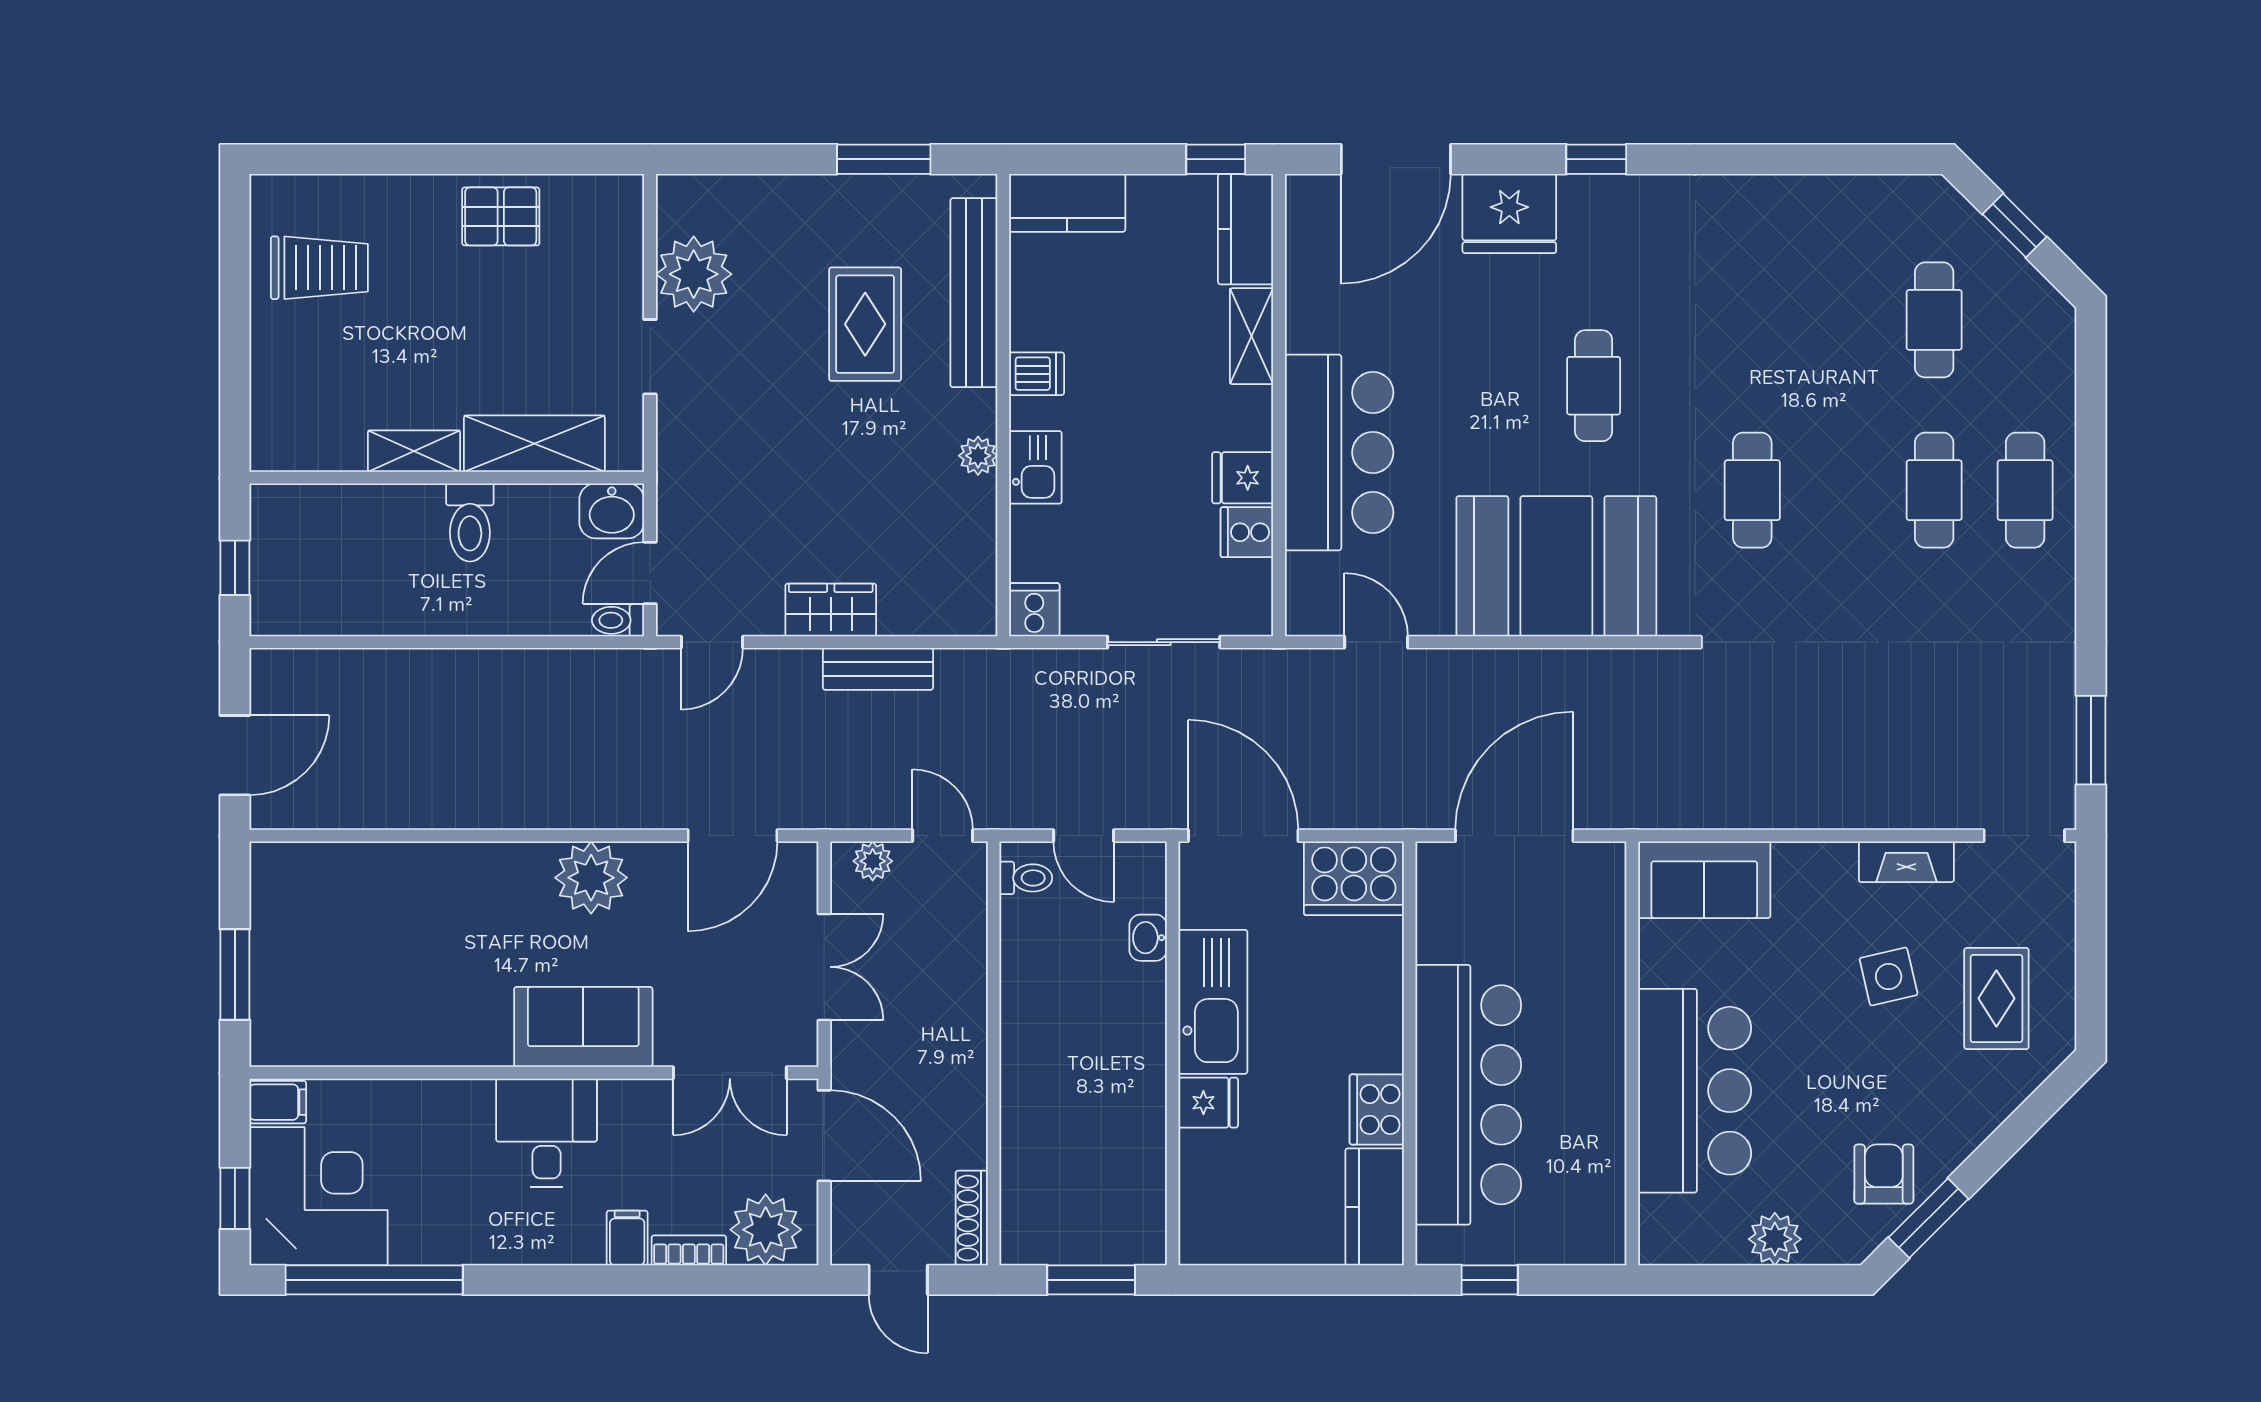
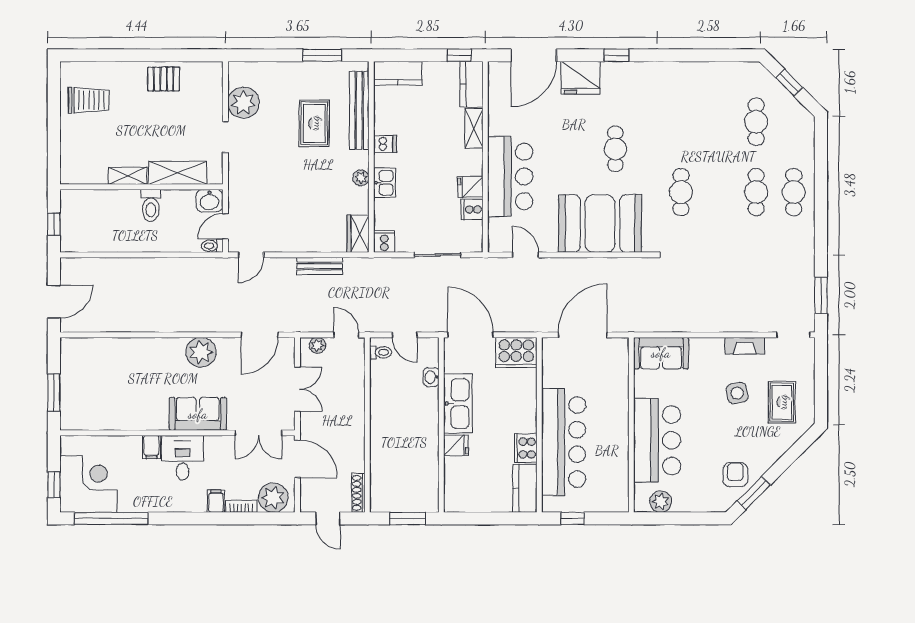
wardrobe: (831, 610) -> (358, 234), moved, turned -90
filing cabinet: (278, 1102) -> (151, 447), moved, turned 90
plant: (1775, 1239) -> (661, 502), moved

